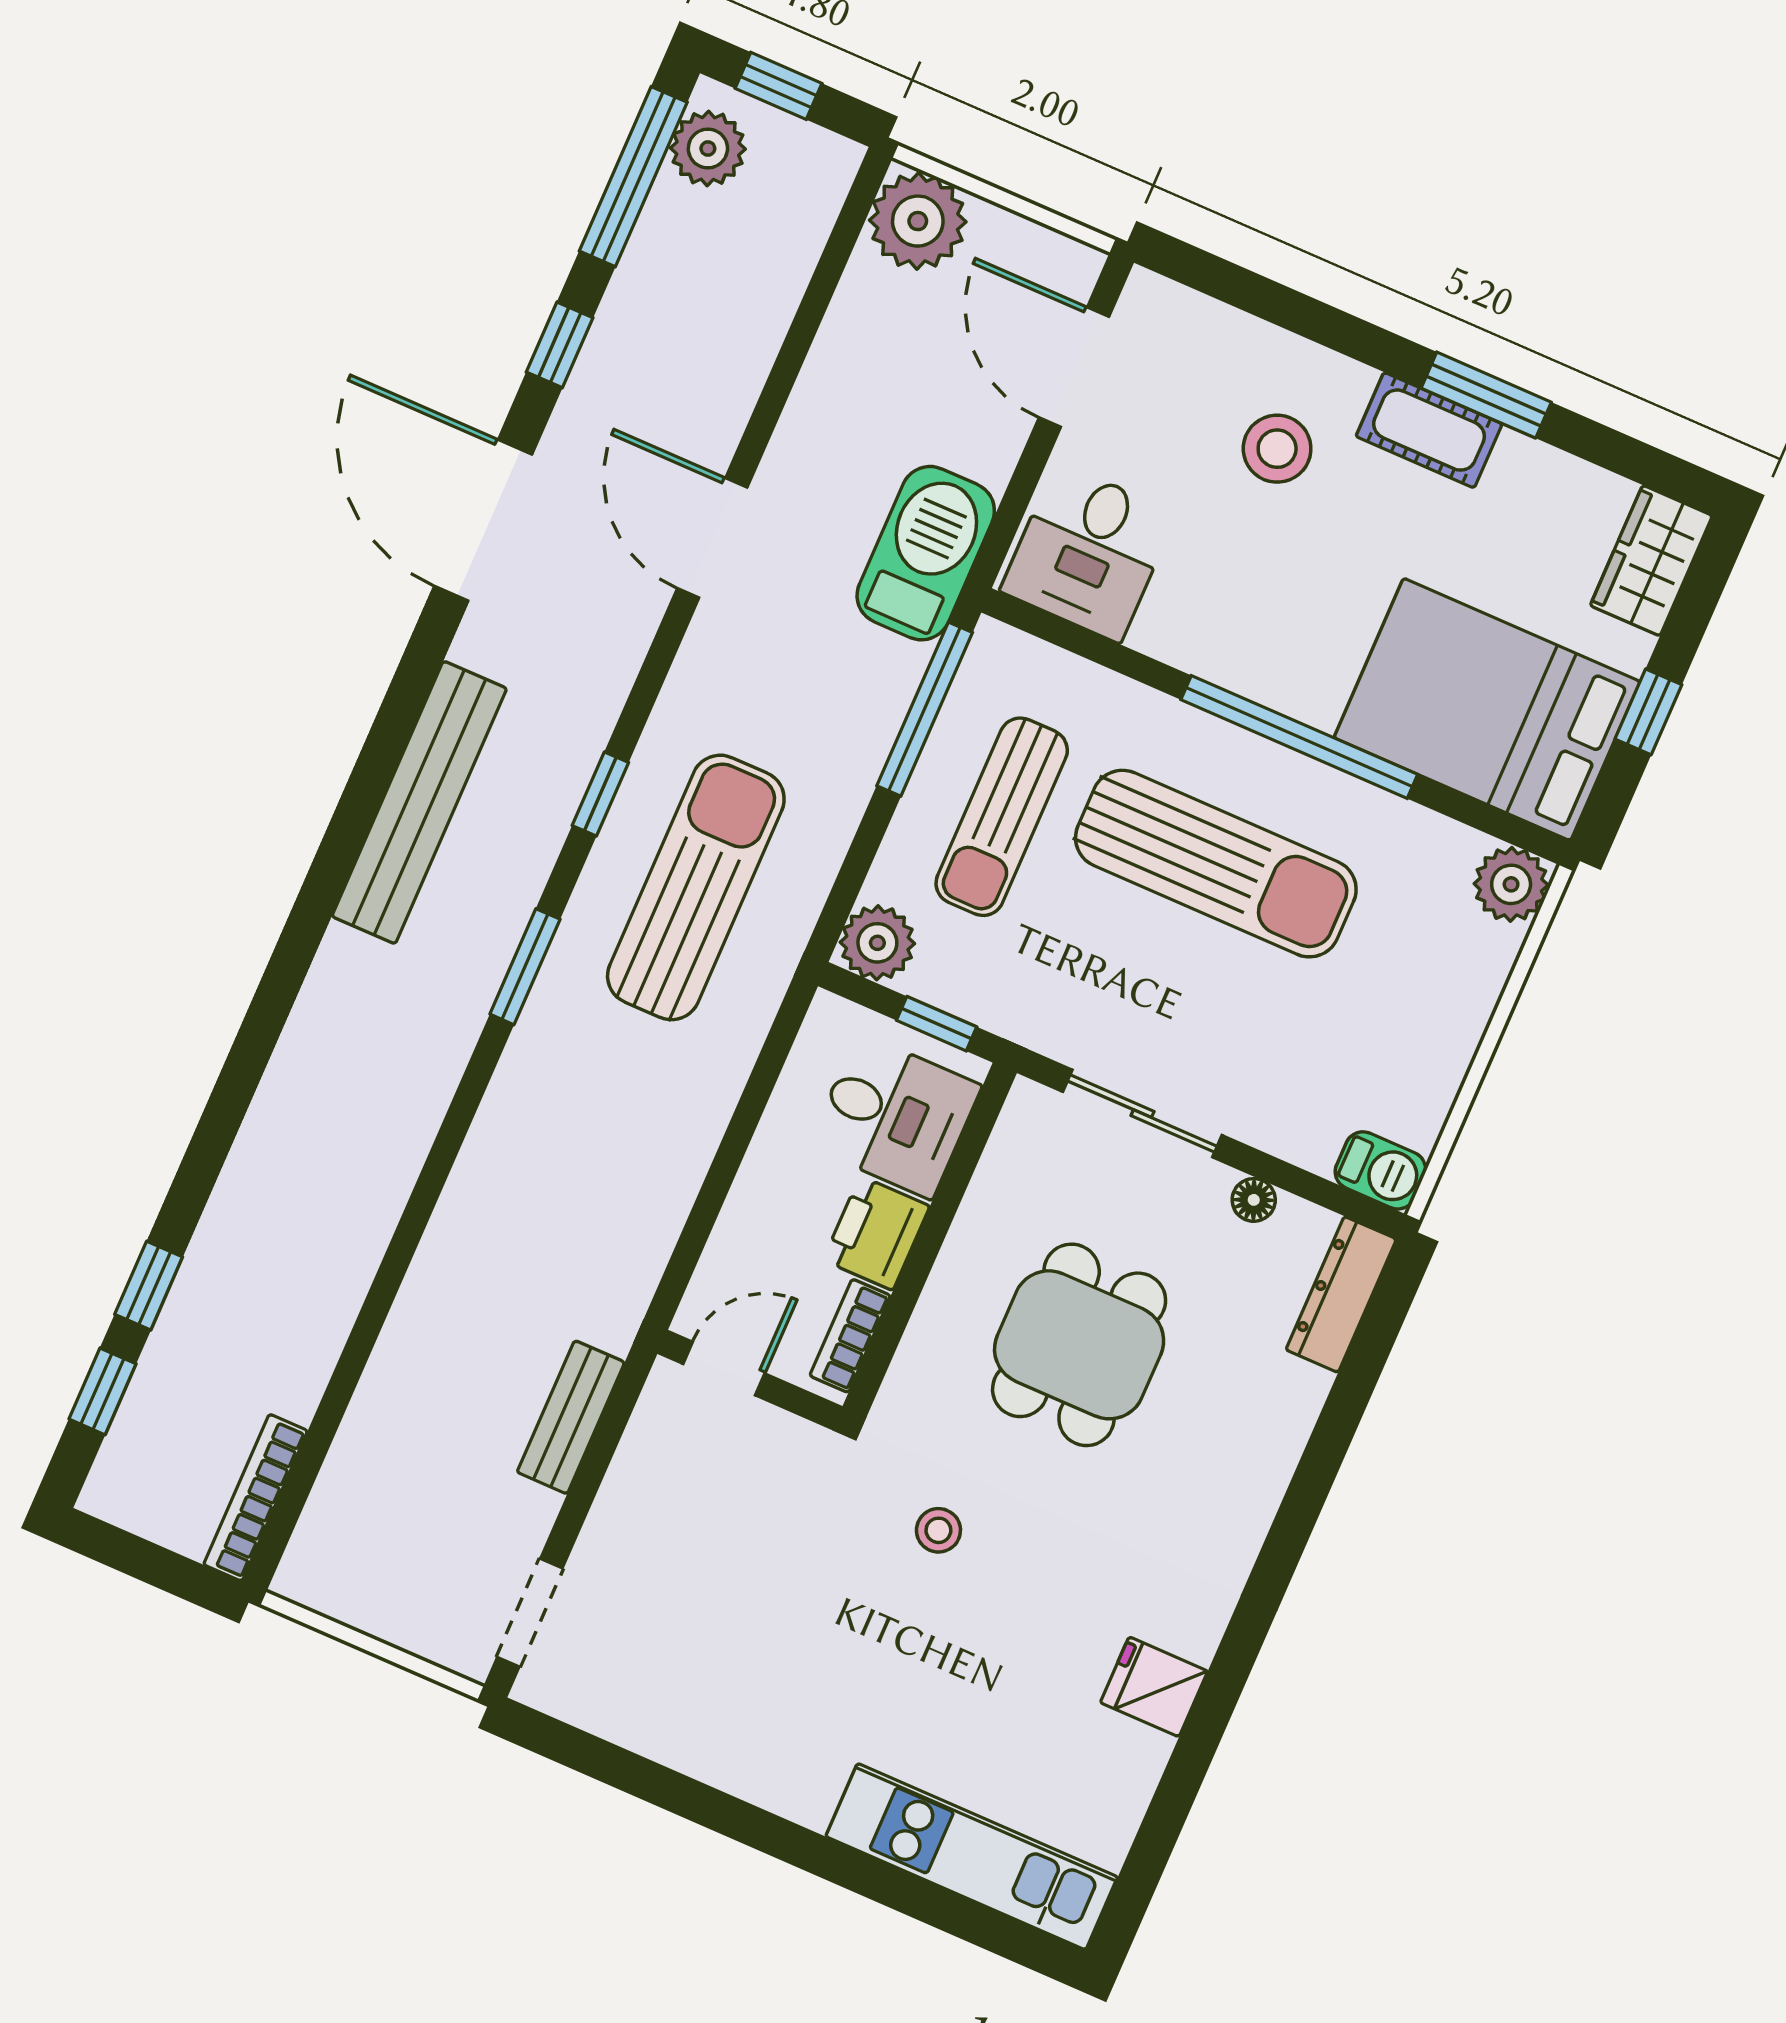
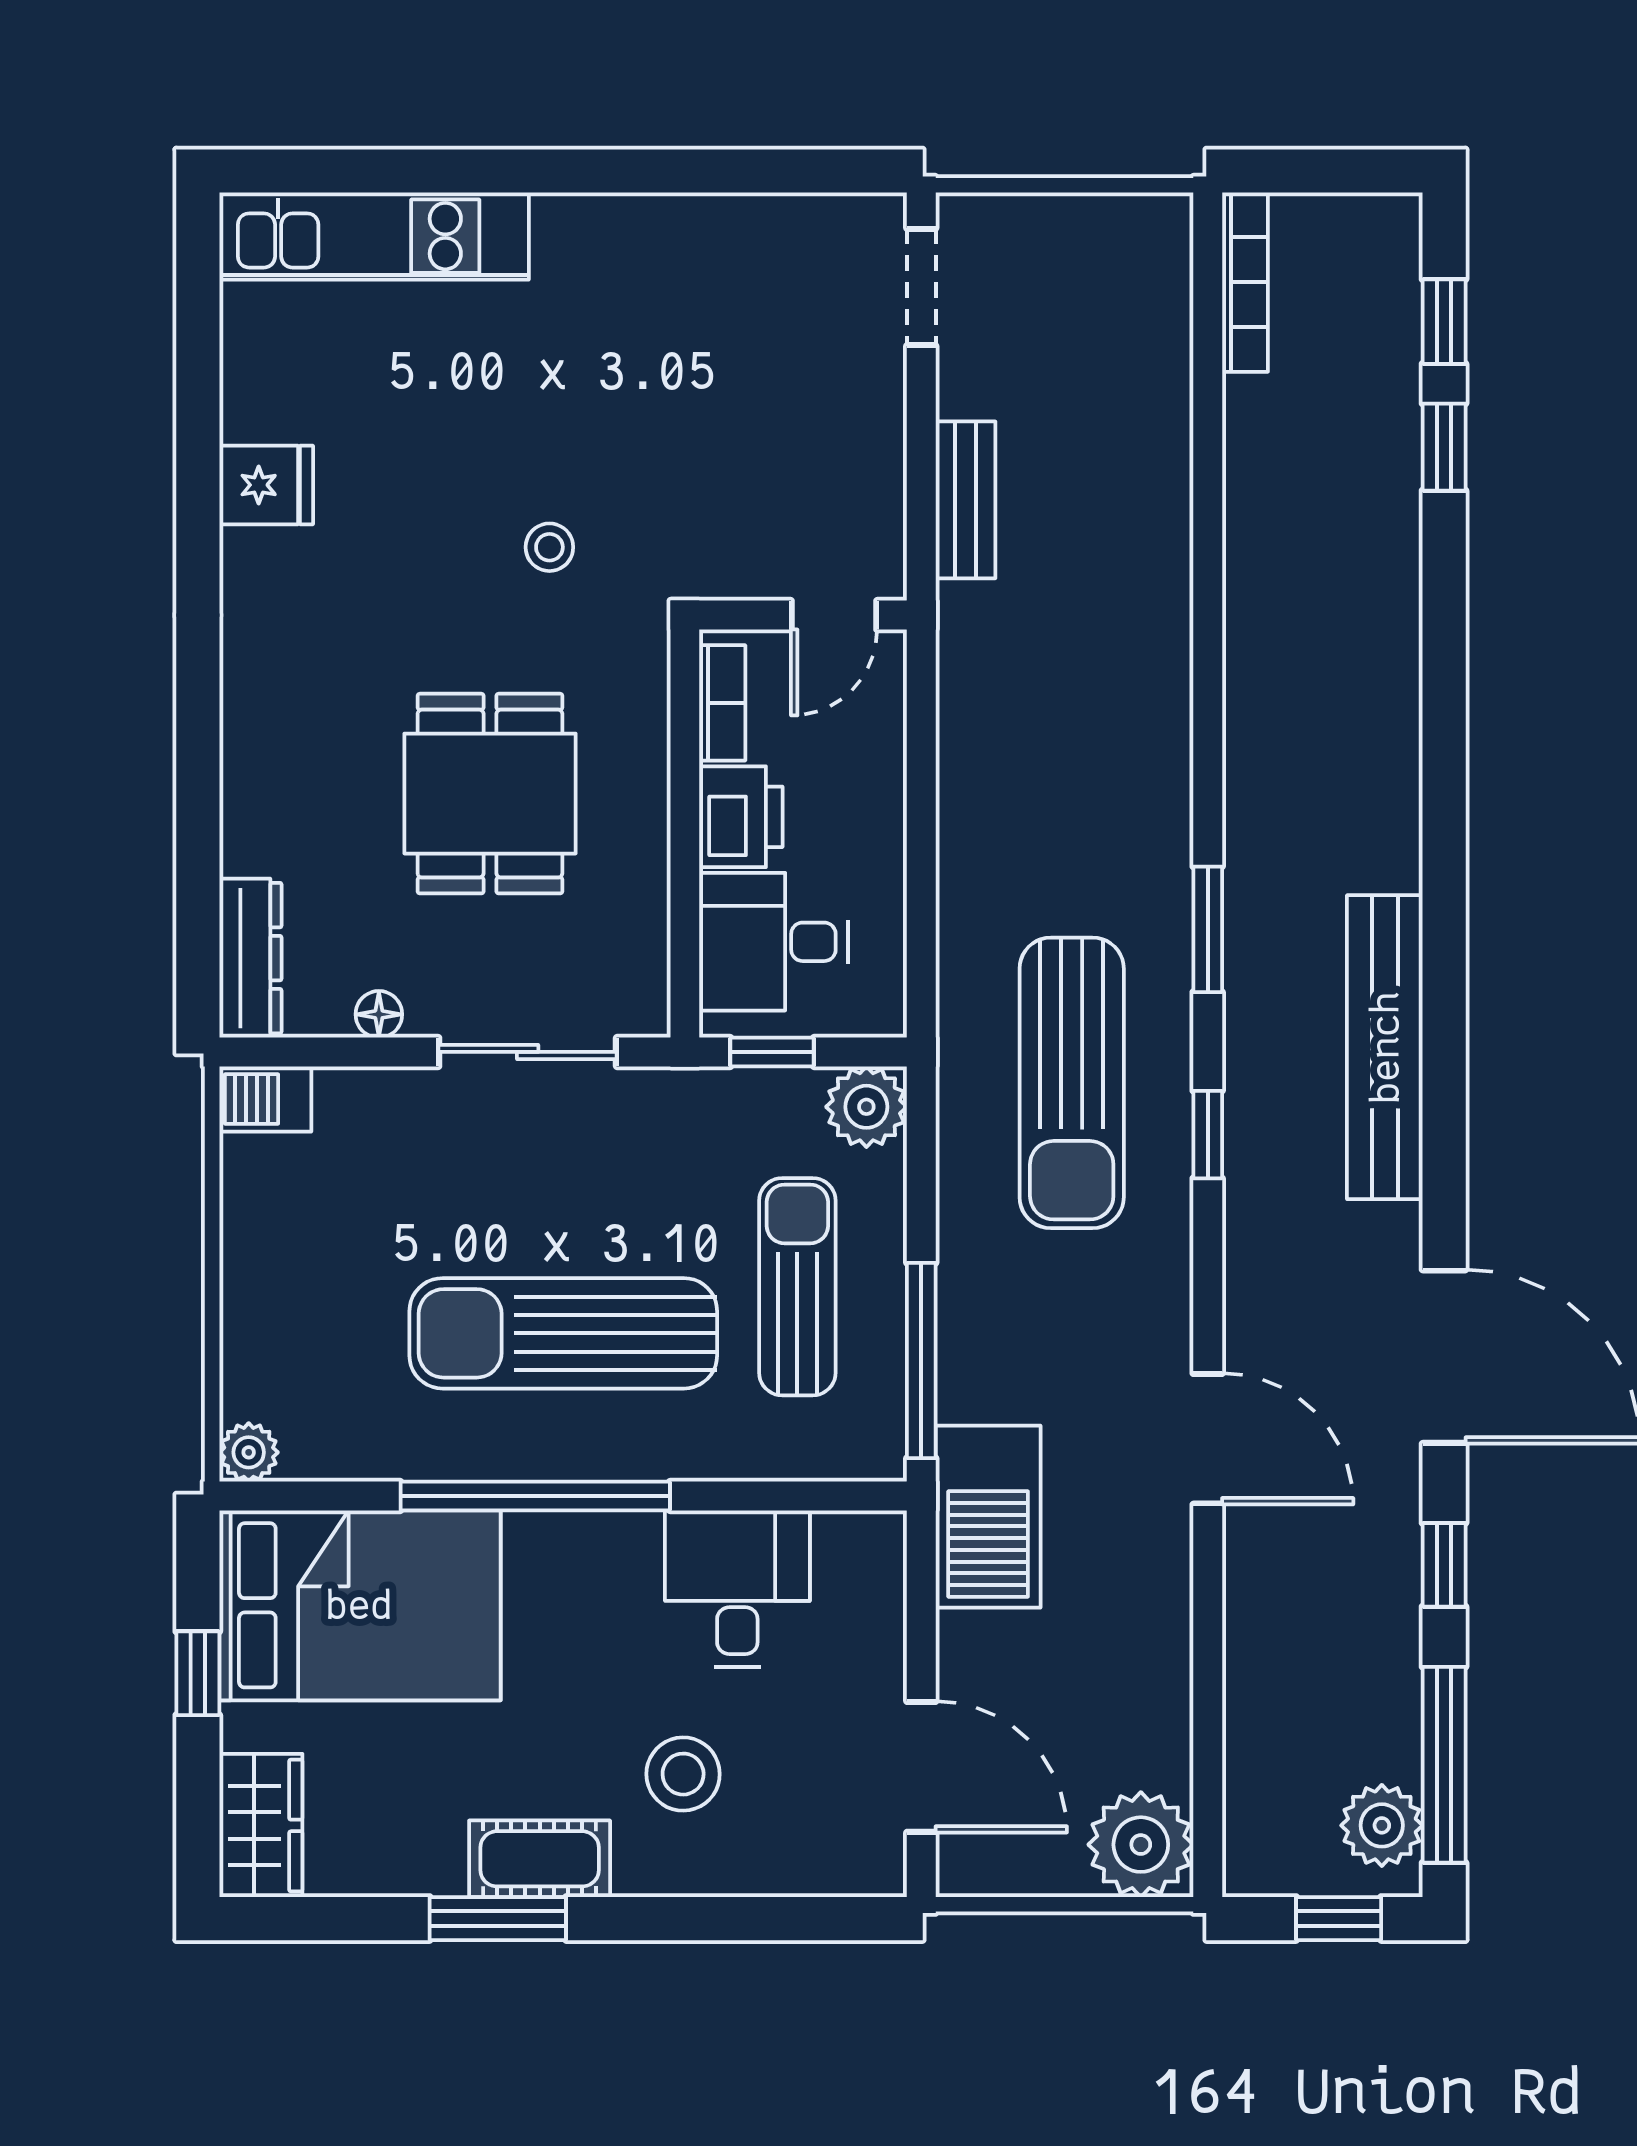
desk: (1088, 552) -> (737, 1588), moved
plant: (1511, 884) -> (249, 1452), width x0.73, depth x0.73

